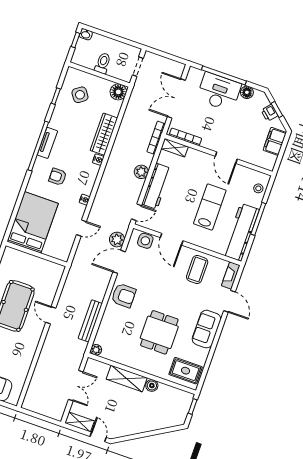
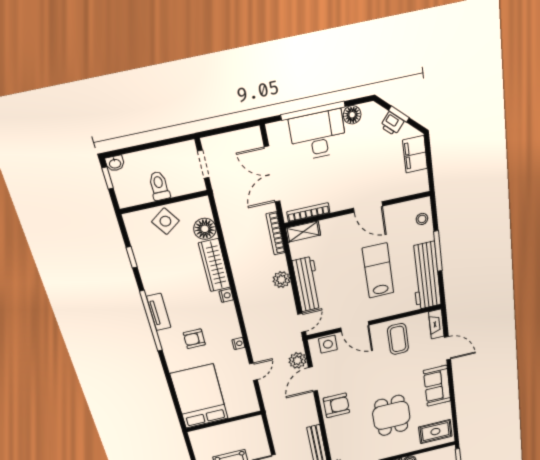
floor lamp: (118, 92) -> (205, 229), moved
side table: (80, 95) -> (165, 221), moved

